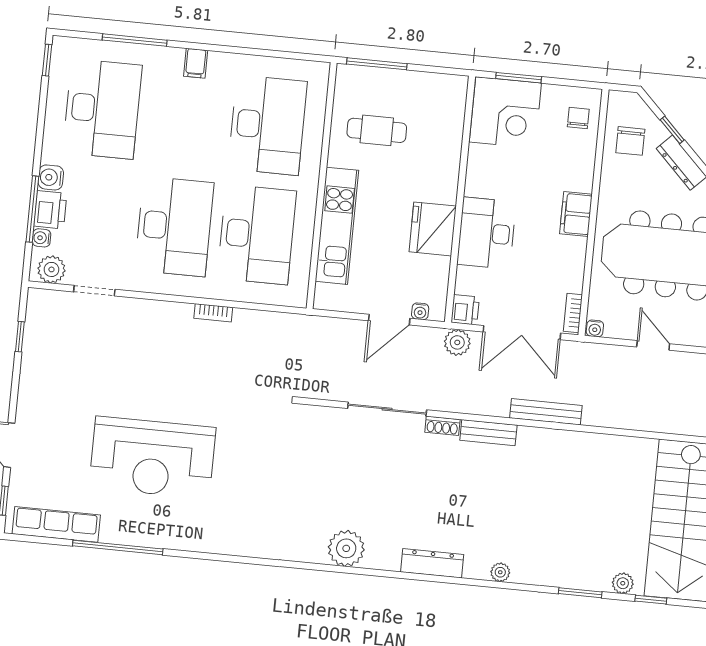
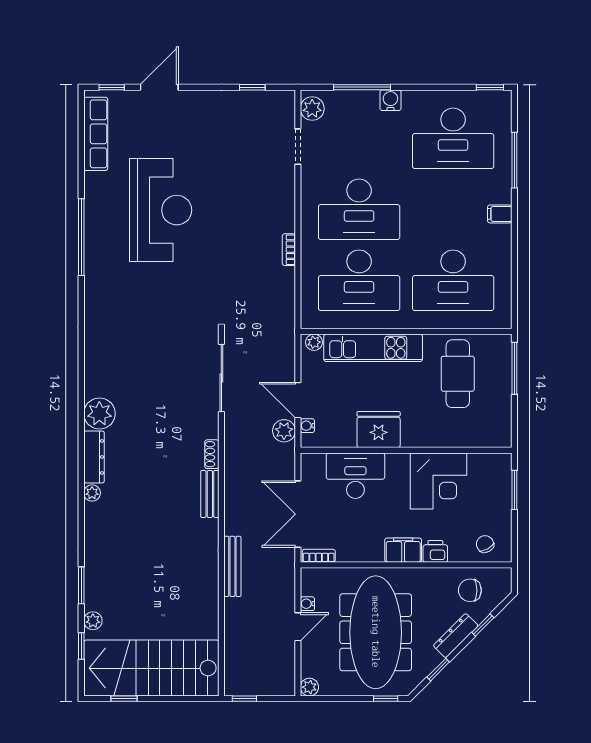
corner desk: (505, 112) -> (438, 481), moved, turned -90
chair: (578, 118) -> (485, 544), turned -119
cafe table: (377, 130) -> (458, 374), width x1.37, depth x1.35
printer: (50, 210) -> (363, 103), removed
desk: (487, 233) -> (355, 476), moved
water cooler: (41, 238) -> (338, 97), removed
plant: (324, 294) -> (314, 342), added
printer: (465, 310) -> (435, 551), moved, turned 180
water cooler: (595, 328) -> (307, 604), moved
plant: (457, 342) -> (284, 431), moved
sliding door: (387, 409) -> (221, 378), moved
bench: (546, 412) -> (232, 566), moved
reception desk: (152, 458) -> (161, 210), turned 180
window: (118, 547) -> (81, 237), moved
plant: (346, 548) -> (99, 414), moved
plant: (500, 572) -> (92, 493), moved

